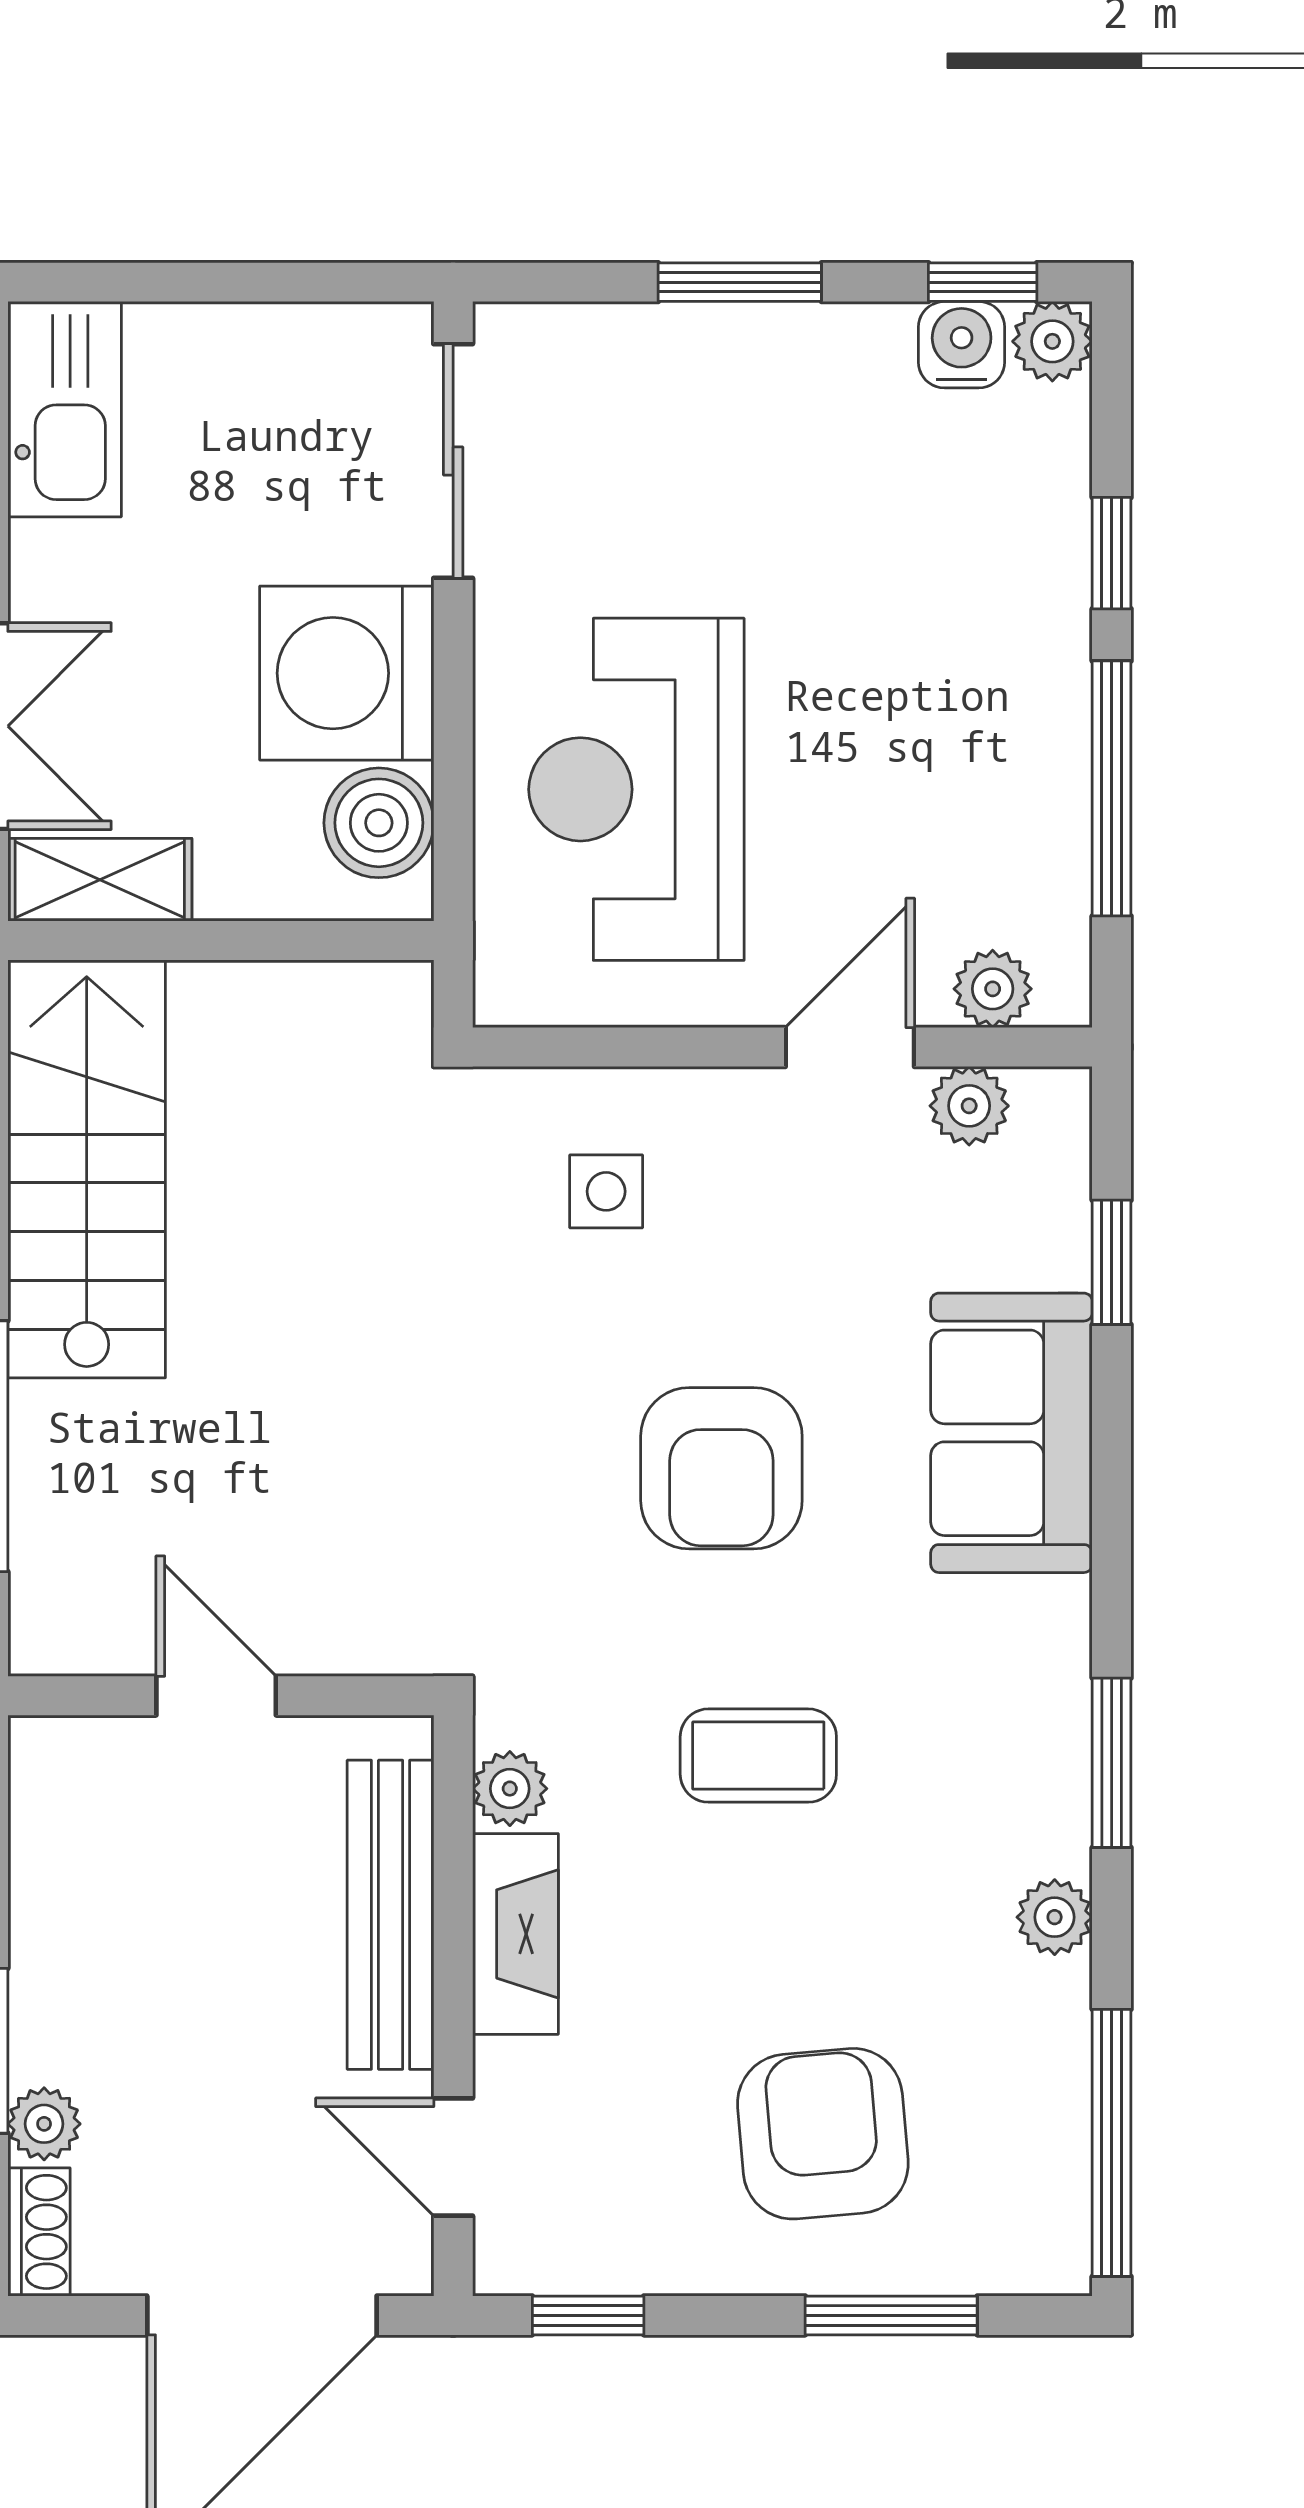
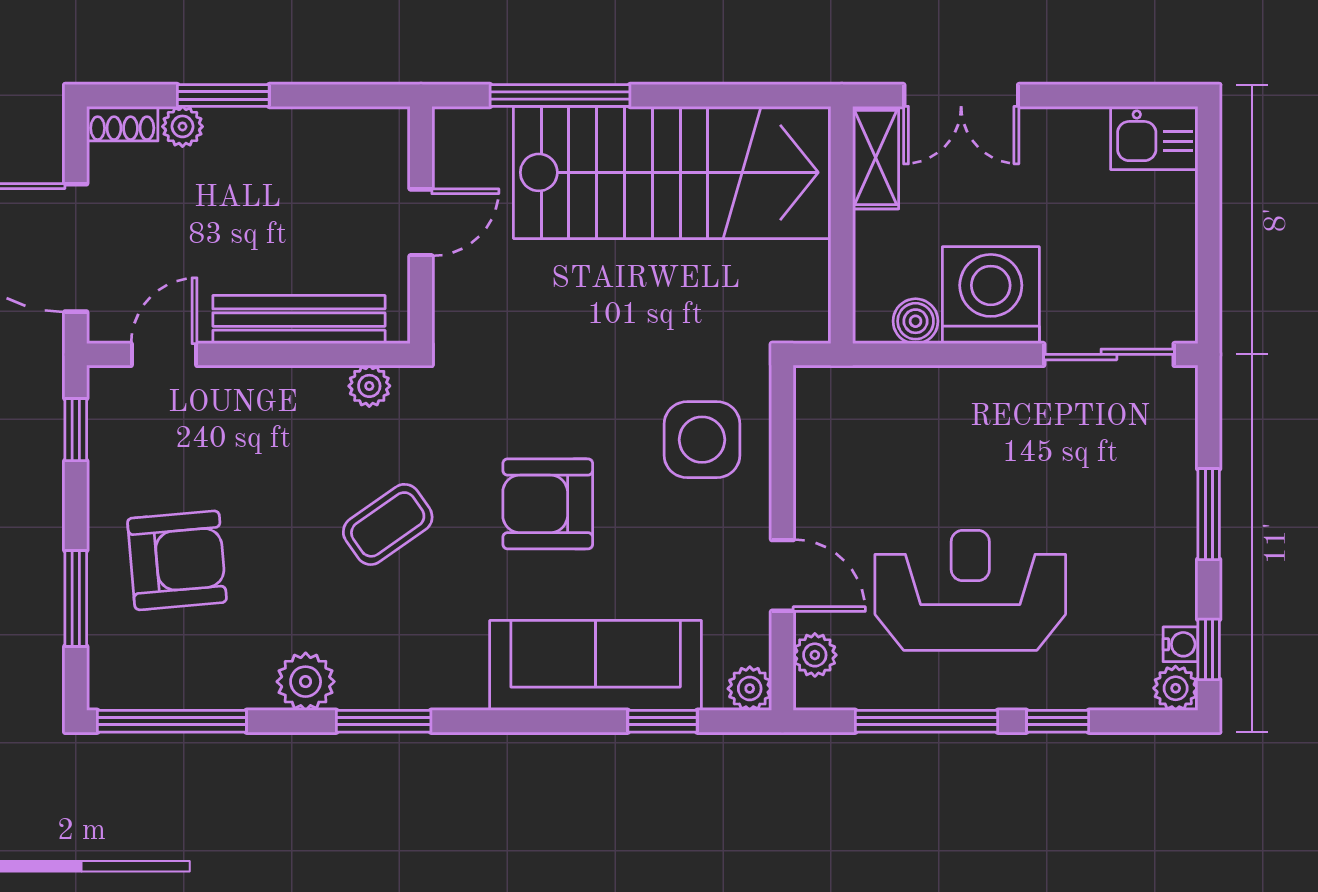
water cooler: (962, 345) -> (1180, 644), width x0.72, depth x0.72
kitchen sink: (65, 409) -> (1154, 138), width x0.73
reception desk: (636, 789) -> (970, 590), moved
boiler: (379, 823) -> (916, 321), width x0.73, depth x0.73
plant: (969, 1106) -> (750, 689), moved
stairs: (87, 1169) -> (672, 172), width x1.36, depth x1.51
side table: (606, 1191) -> (702, 440), width x1.87, depth x1.87
sofa: (1011, 1433) -> (596, 665), width x1.36
coffee table: (758, 1756) -> (388, 524), turned 55
plant: (1055, 1917) -> (306, 682), width x1.38, depth x1.38
fireplace: (515, 1934) -> (288, 389), removed

